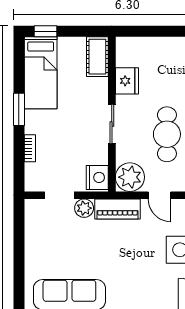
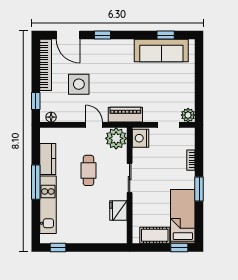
cot: (97, 57) -> (155, 235), moved, turned 90
cafe table: (167, 134) -> (88, 170), width x0.73, depth x0.74
plant: (84, 208) -> (188, 115), moved

